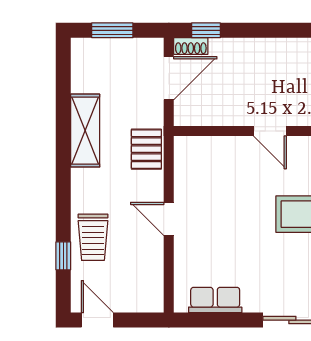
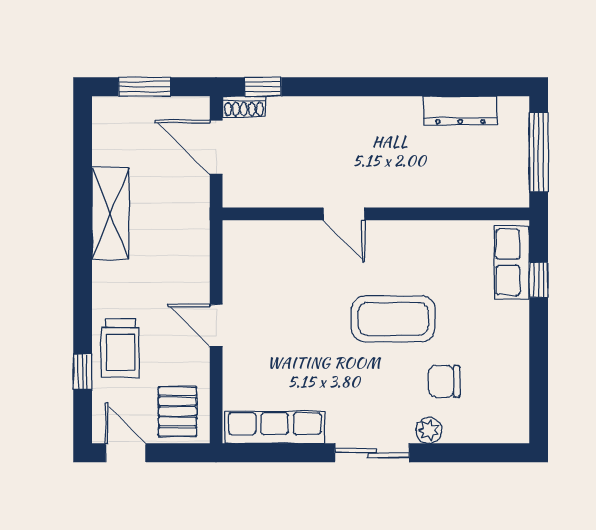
door: (169, 78) -> (216, 147), swing flipped
pallet: (146, 149) -> (178, 411), moved
row of seats: (215, 300) -> (275, 427), width x1.48

